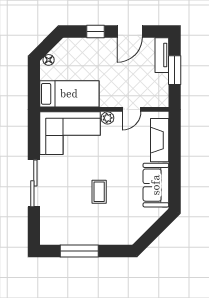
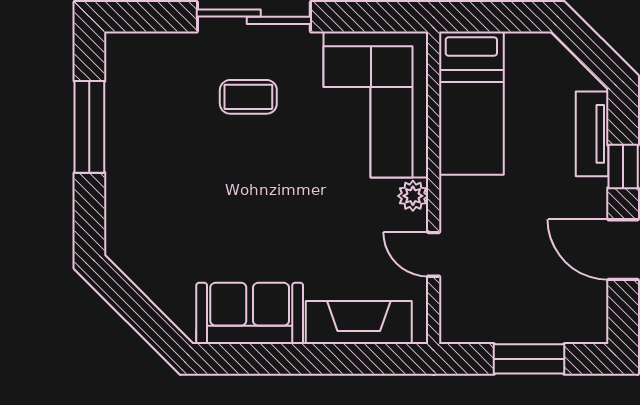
tv unit: (162, 55) -> (592, 134), moved, turned -90
floor lamp: (49, 60) -> (554, 53), removed
coffee table: (99, 192) -> (248, 97), moved

